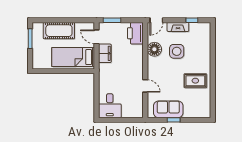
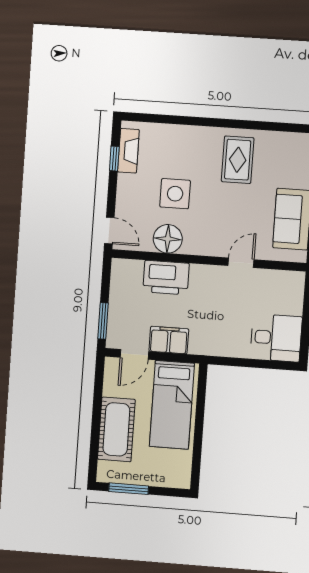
fireplace: (178, 27) -> (128, 151), moved
printer: (135, 33) -> (166, 278), moved

